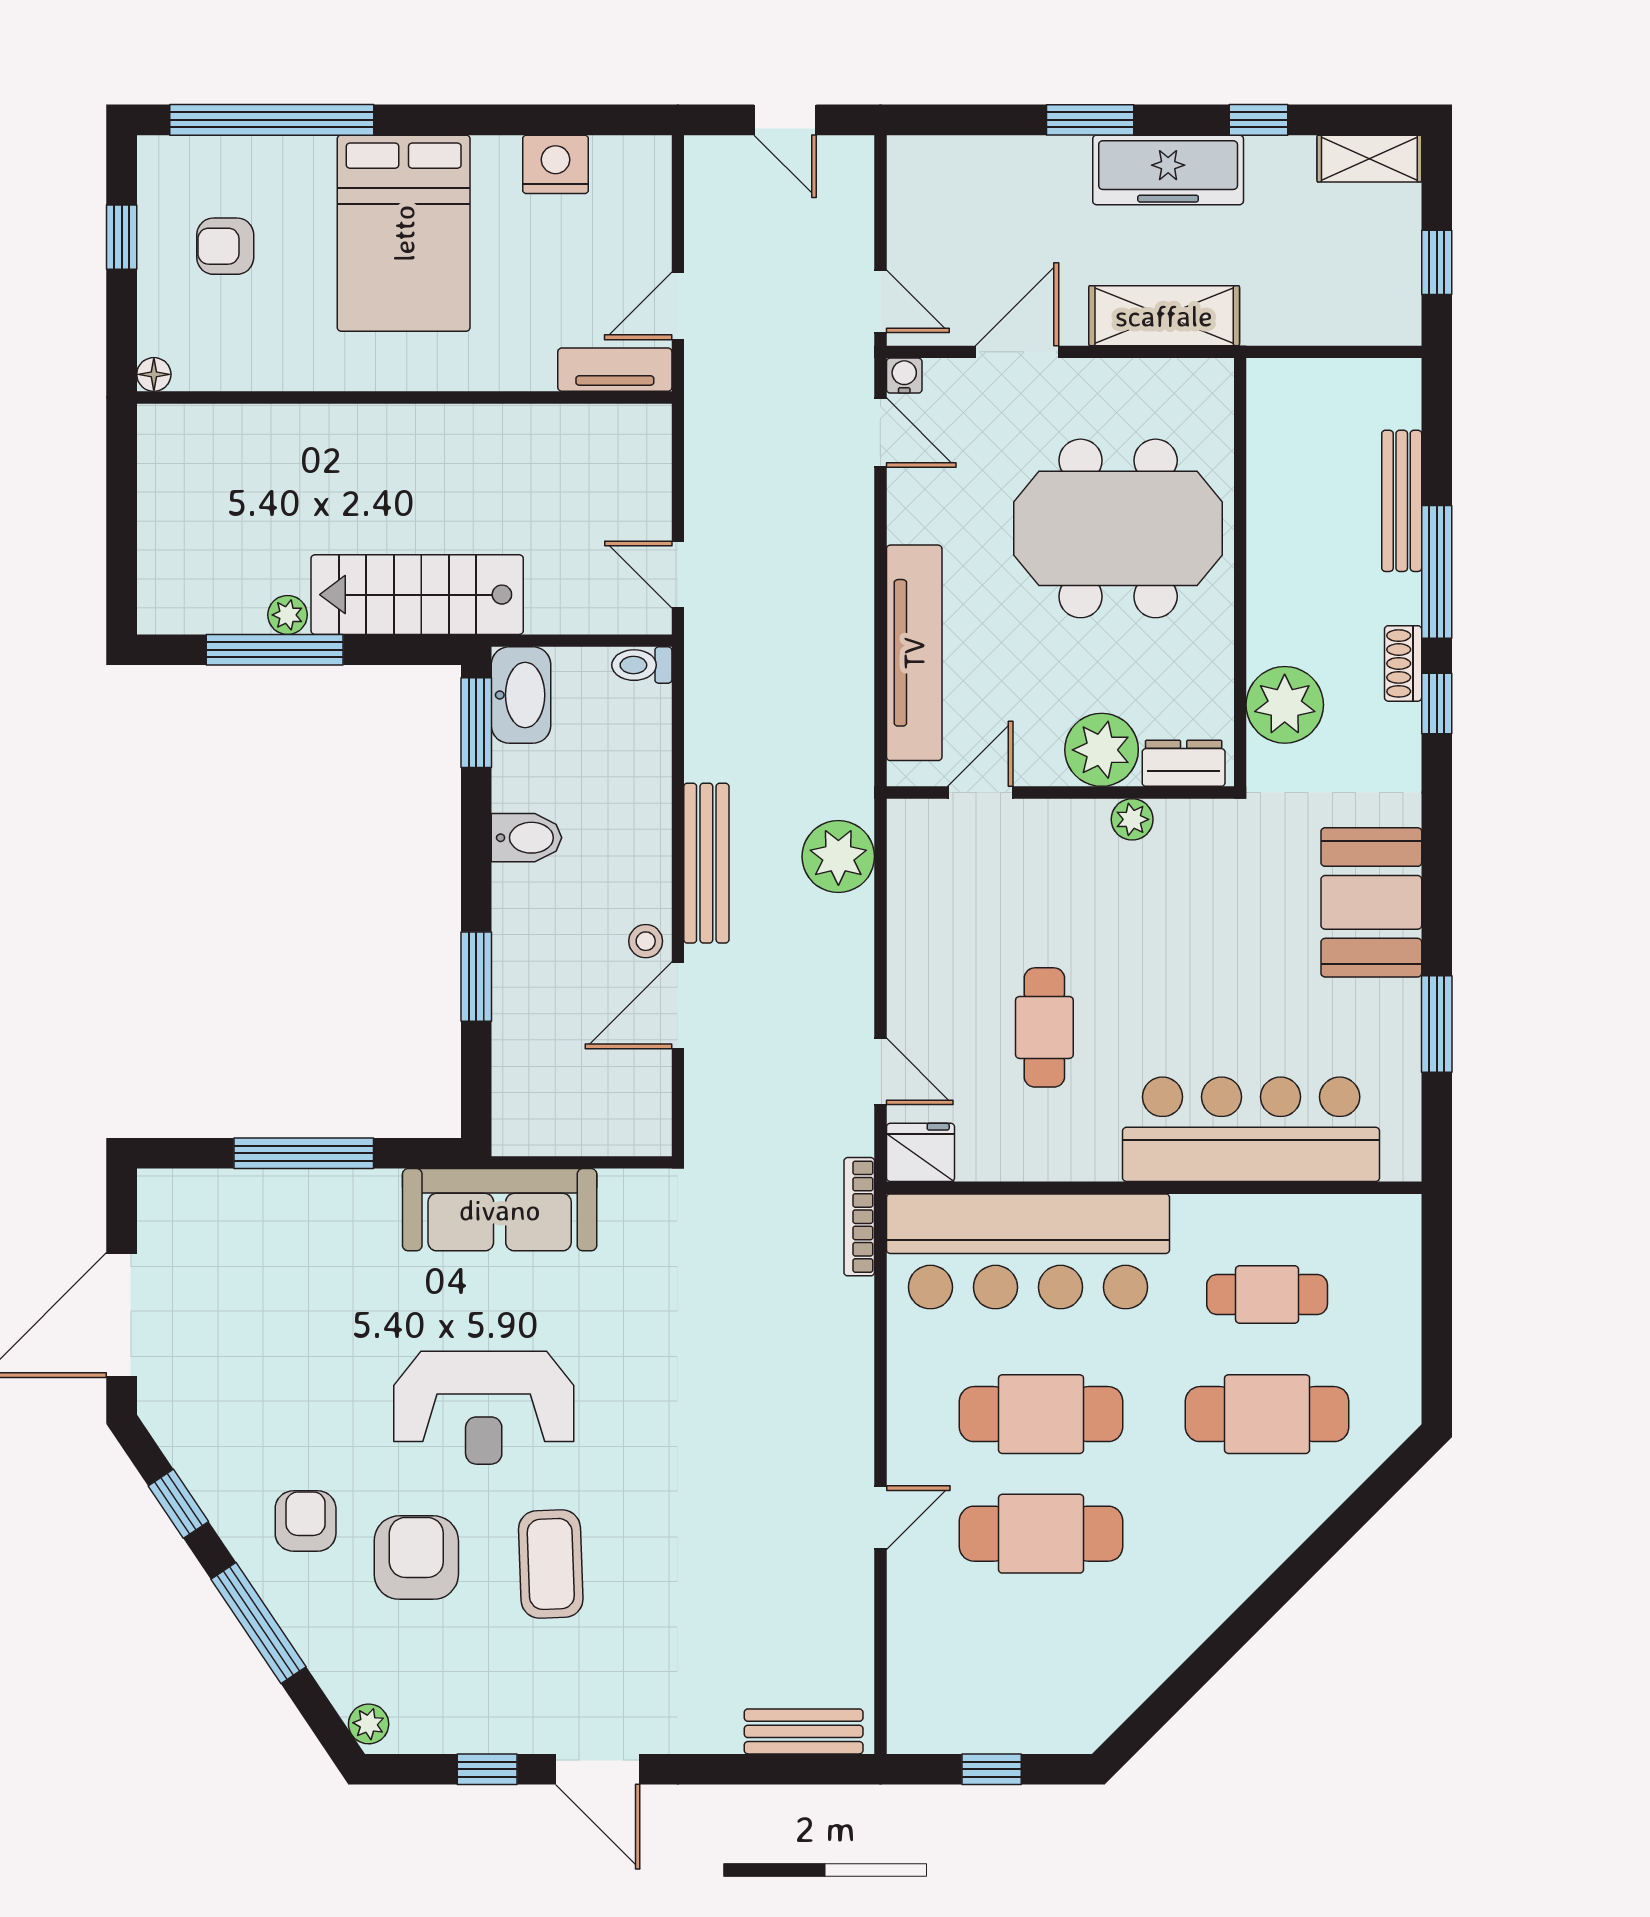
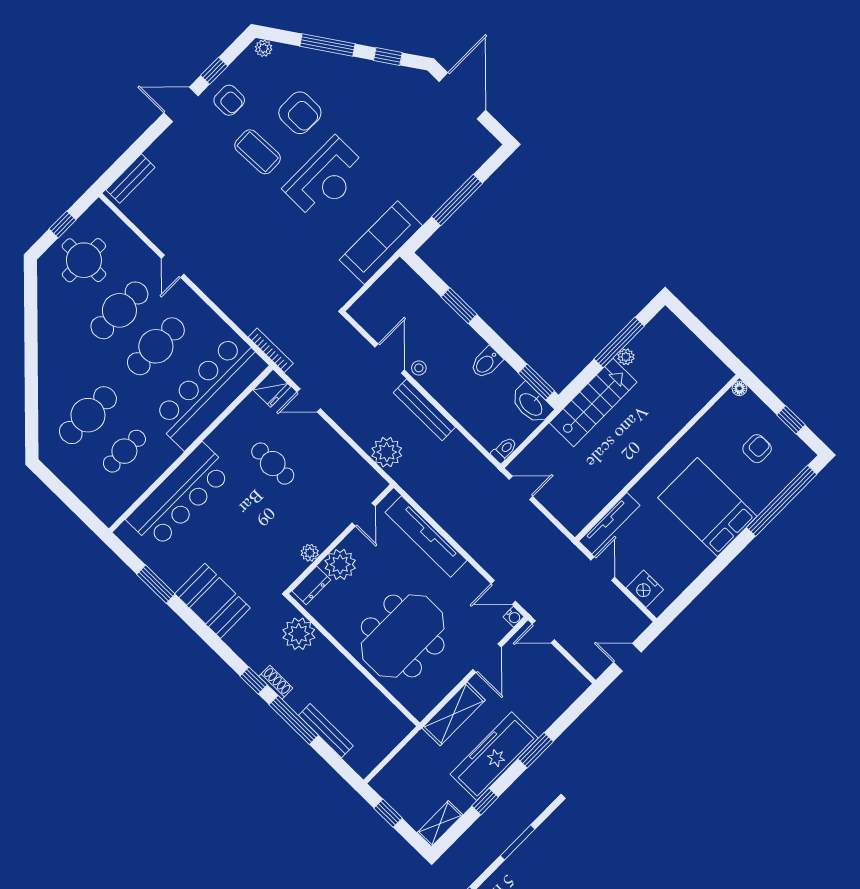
nightstand: (555, 164) -> (645, 589), moved, turned 90
freezer: (1168, 170) -> (494, 756), width x1.36, depth x1.26
tv unit: (615, 370) -> (609, 523), width x1.41
reception desk: (484, 1408) -> (325, 178), turned 180
armchair: (306, 1521) -> (229, 100), moved
round table: (1016, 1675) -> (84, 260), added

